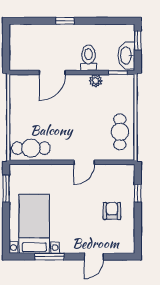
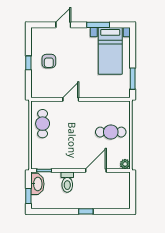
plant: (96, 81) -> (125, 164), moved
cafe table: (31, 148) -> (111, 132), moved
window: (138, 193) -> (28, 63), moved

